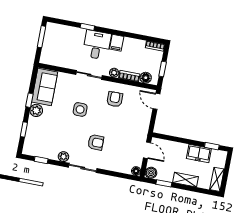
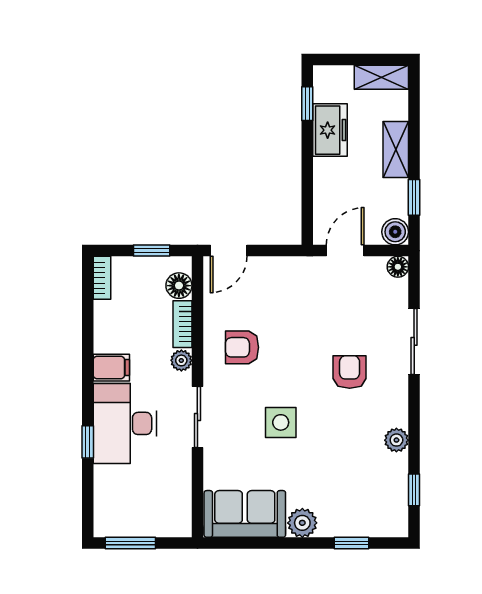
desk: (97, 45) -> (125, 423), width x1.37
window: (29, 100) -> (282, 543), removed
sliding door: (83, 168) -> (414, 341), moved

